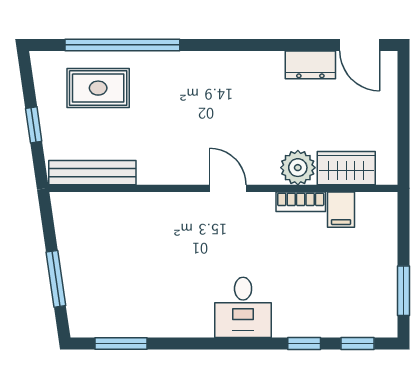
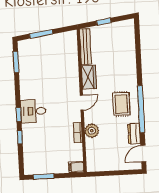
window: (122, 45) -> (141, 109), moved
rug: (98, 88) -> (121, 104), moved
wardrobe: (346, 168) -> (89, 77), moved
filing cabinet: (341, 210) -> (76, 167), moved
window: (357, 344) -> (19, 115), moved

